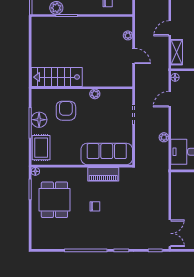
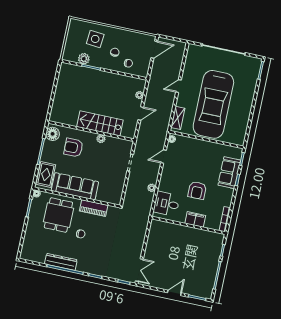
door: (170, 28) -> (178, 86), moved
door: (134, 56) -> (141, 113), hinge flipped
stairs: (57, 77) -> (100, 123), moved
armchair: (66, 111) -> (73, 148), turned -90
floor lamp: (39, 120) -> (53, 134), moved
sofa: (107, 154) -> (75, 186), moved
dining table: (54, 200) -> (58, 215), moved
dresser: (79, 243) -> (61, 262), added

